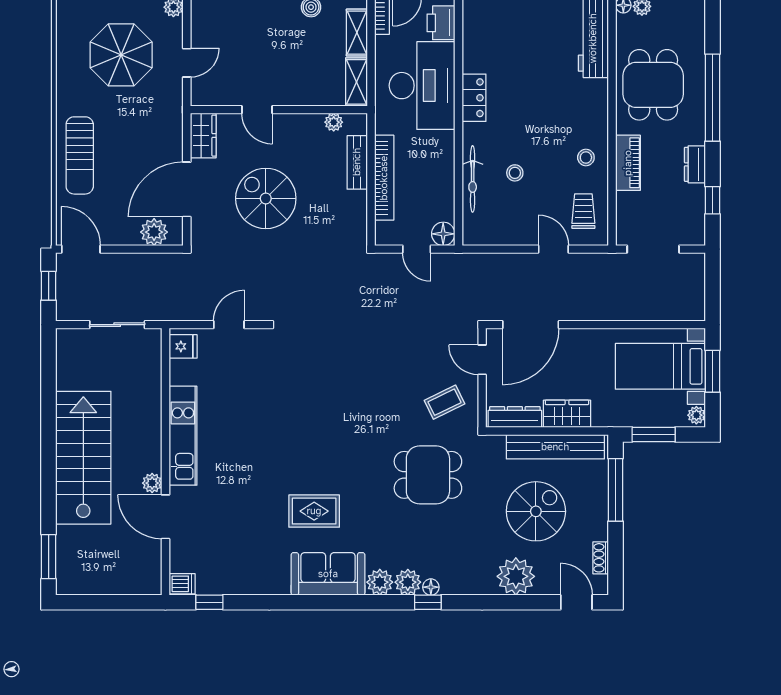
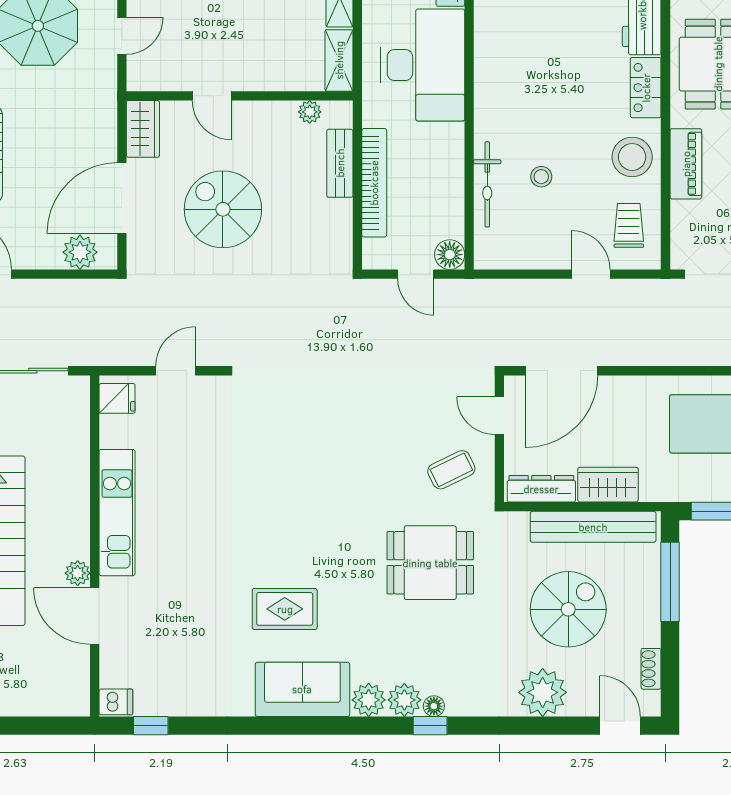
locker: (474, 98) -> (646, 88), moved, turned 180
stool: (586, 157) -> (632, 157), width x1.89, depth x1.89

